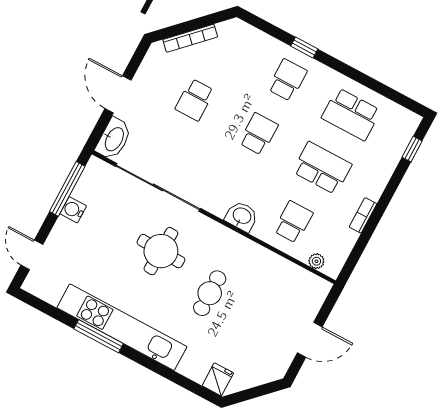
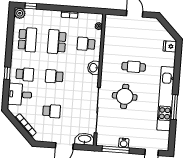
desk: (253, 53) -> (20, 94), added
school desk: (287, 80) -> (25, 74), turned 180
plant: (408, 122) -> (20, 13), added

